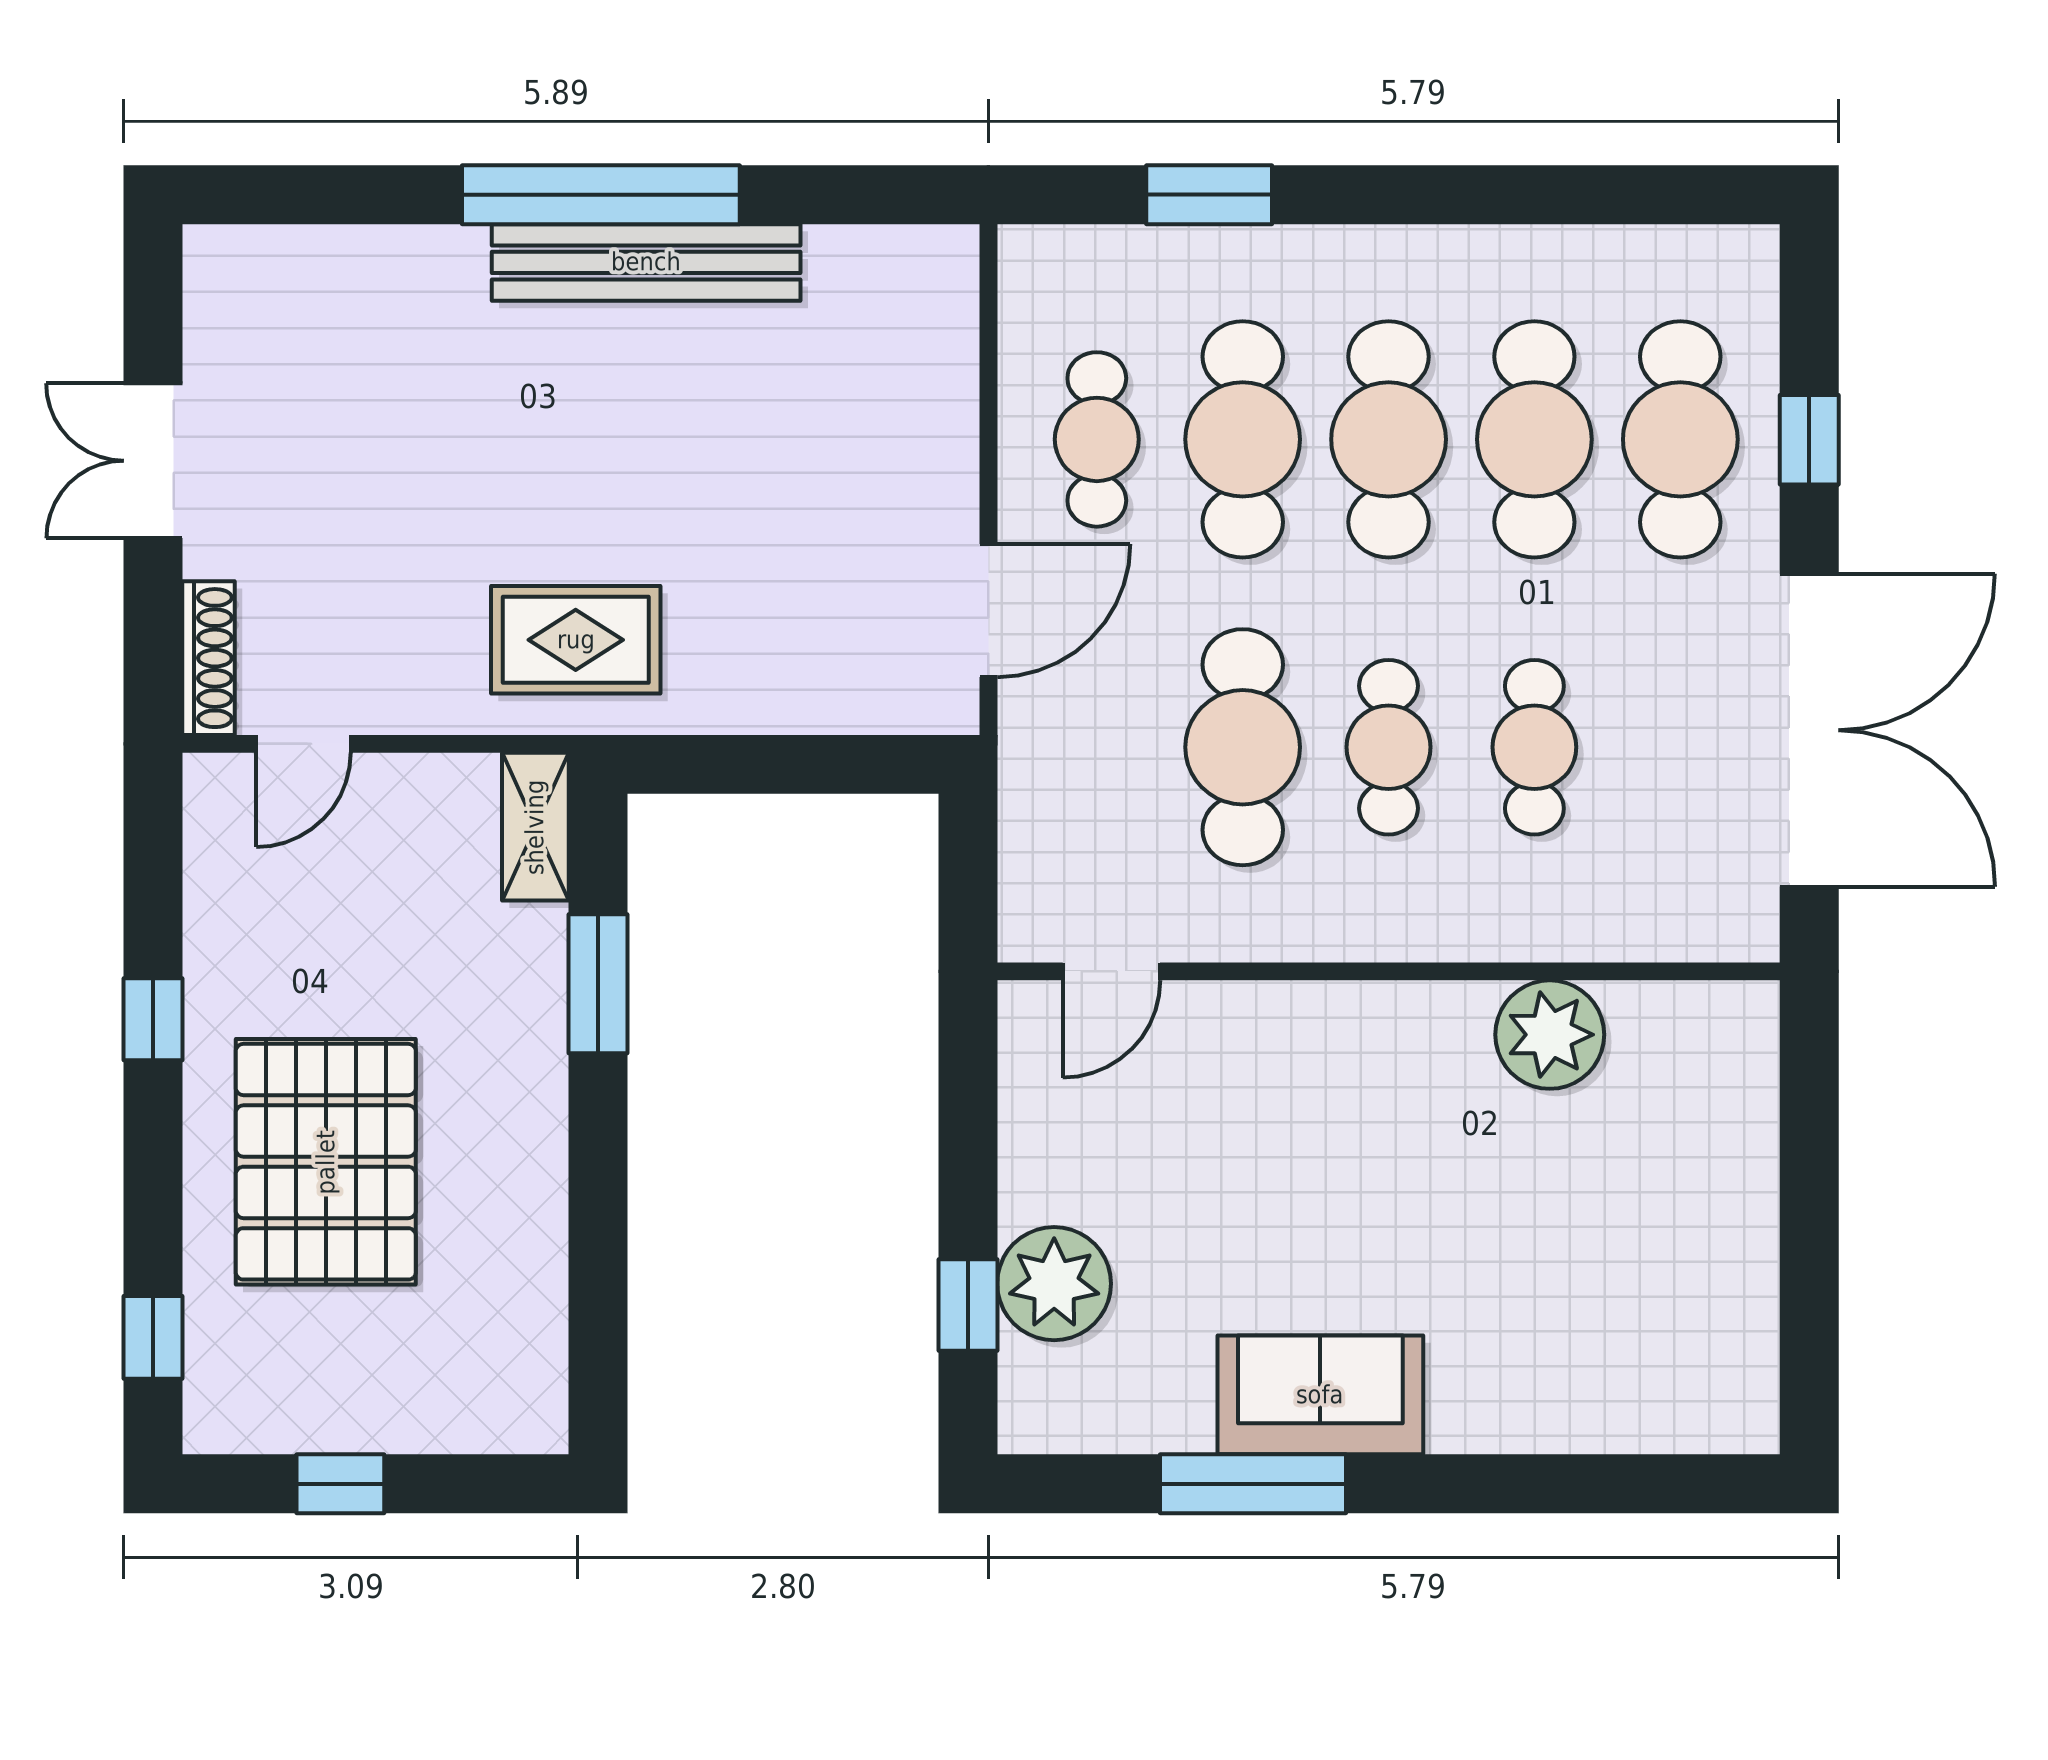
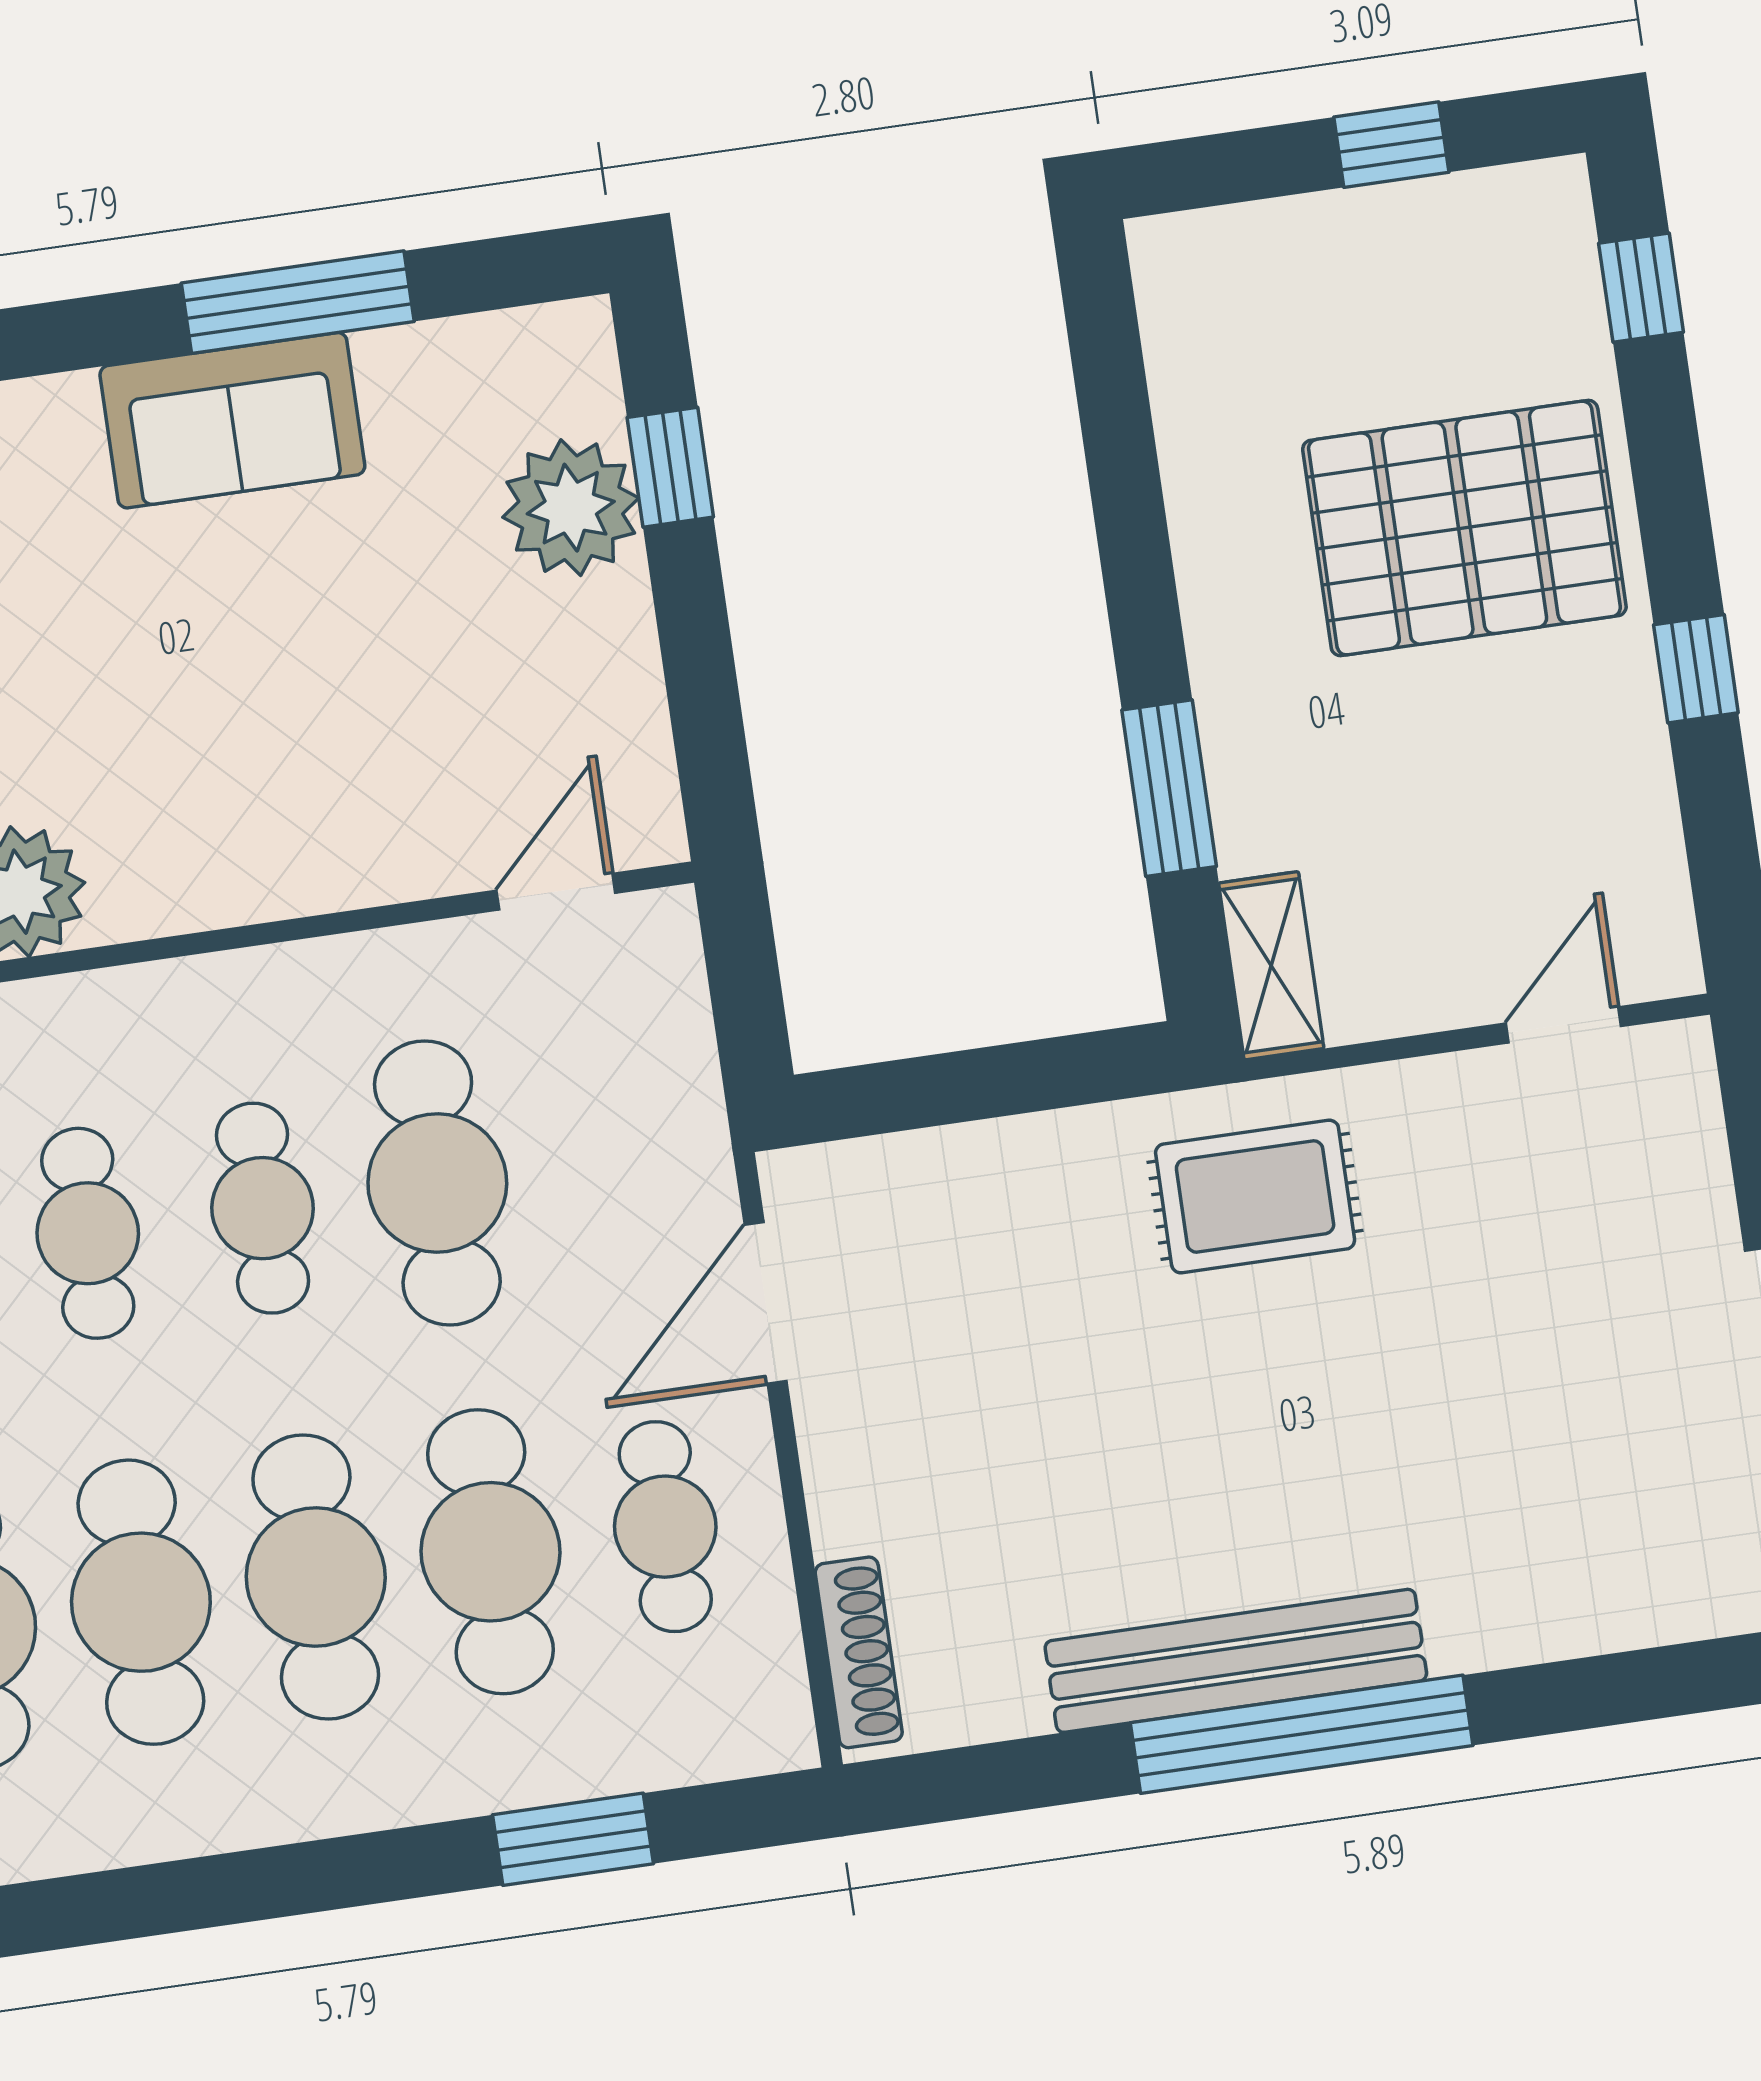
shoe rack: (209, 658) -> (859, 1652), moved, turned 180
pallet: (326, 1162) -> (1464, 528), turned 90

